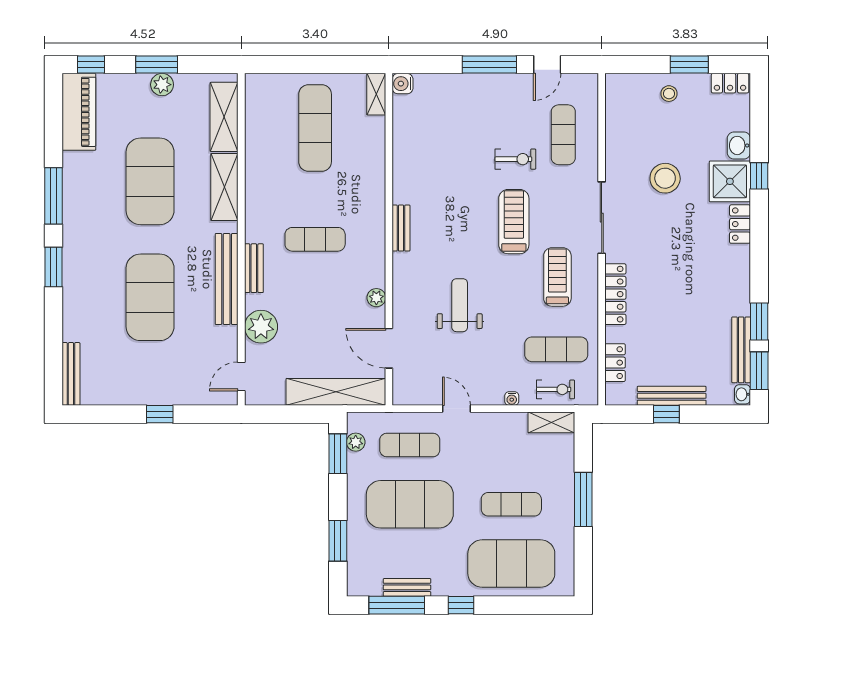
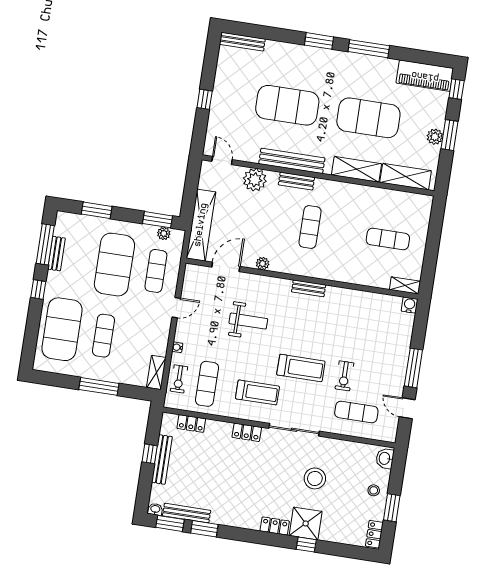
exercise mat: (315, 128) -> (388, 239), width x0.73, depth x0.69
washbasin: (739, 145) -> (385, 458), moved, turned -90
locker: (615, 294) -> (247, 432), width x0.66

